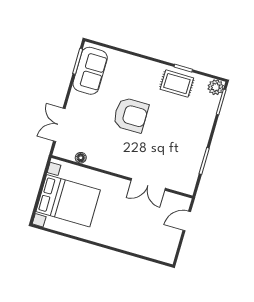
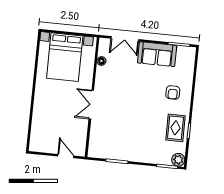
sofa: (90, 71) -> (157, 54), moved
armchair: (131, 115) -> (173, 92), moved, width x0.53, depth x0.53
double door: (59, 125) -> (125, 39), swing flipped
double door: (148, 184) -> (91, 105), moved

